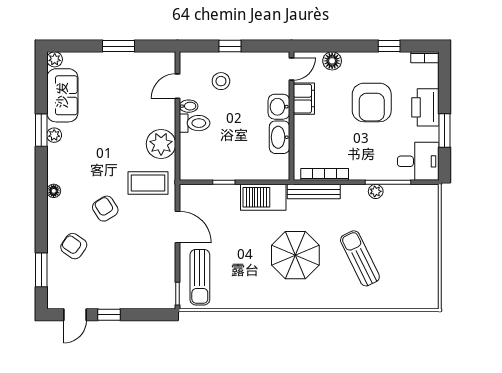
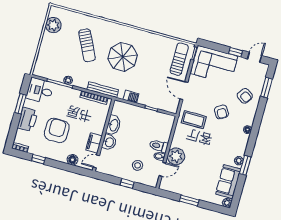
plant: (161, 144) -> (176, 156), moved
barbecue: (263, 197) -> (131, 97), width x0.53, depth x0.65
plant: (425, 277) -> (53, 25), added
corner sofa: (139, 284) -> (214, 65), added

